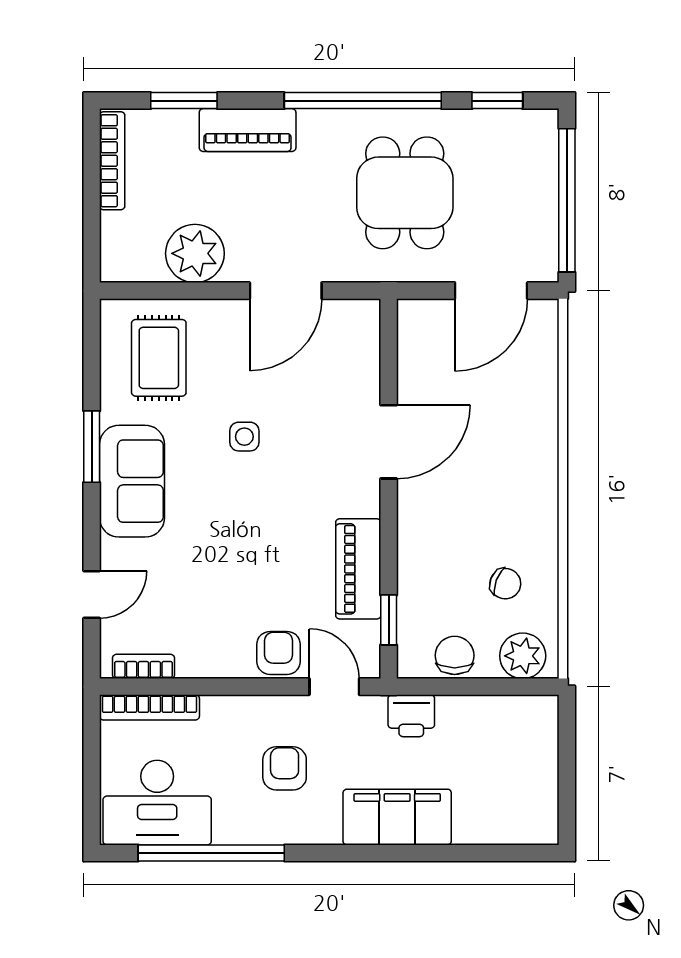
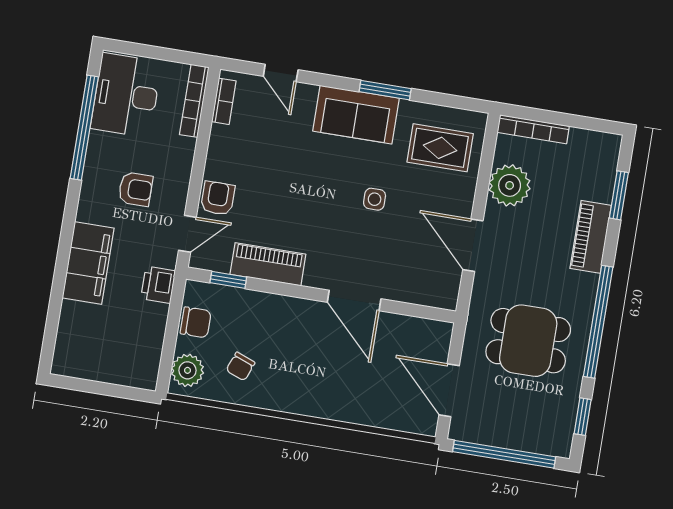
bookcase: (112, 161) -> (533, 129), moved
armchair: (279, 653) -> (218, 198), turned -90

